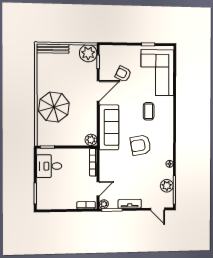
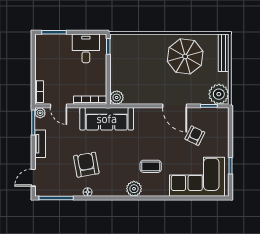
parasol: (54, 107) -> (185, 56), moved
sofa: (109, 127) -> (107, 119), moved
armchair: (141, 145) -> (86, 165), moved
plant: (167, 186) -> (134, 189), moved

